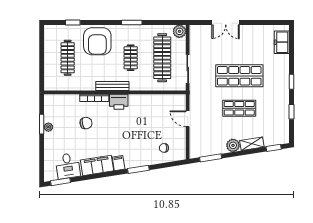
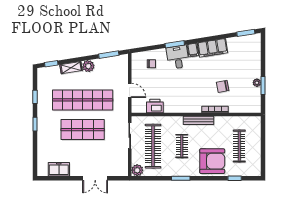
double door: (226, 23) -> (95, 178), swing flipped
armchair: (97, 41) -> (212, 161), turned 90
freezer: (282, 42) -> (59, 169), moved, turned -90
printer: (119, 102) -> (155, 106), moved
shop shelf: (239, 108) -> (83, 100), width x2.00, depth x1.36
desk: (68, 166) -> (178, 57), moved

